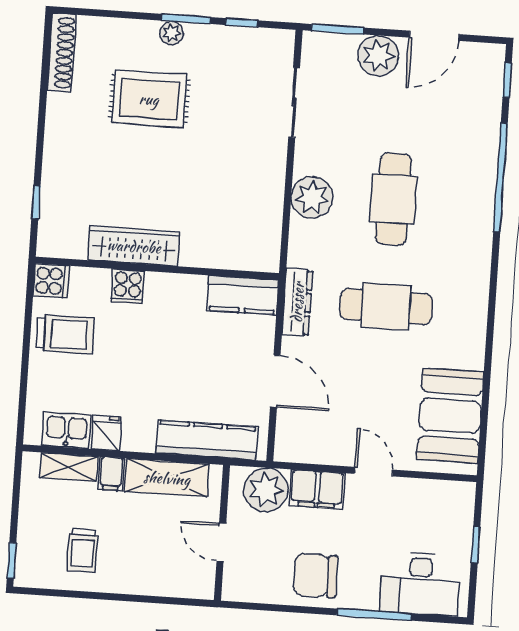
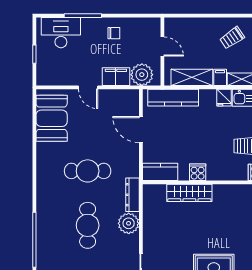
wardrobe: (134, 246) -> (189, 193), moved
cooker: (128, 286) -> (198, 172), moved
dresser: (297, 302) -> (132, 195), moved
trolley: (83, 550) -> (232, 38), turned -124
chair: (315, 576) -> (114, 33), width x0.54, depth x0.54

